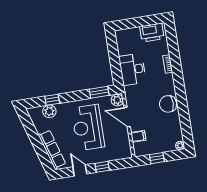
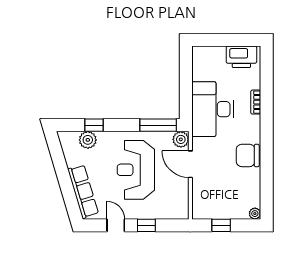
desk: (133, 69) -> (212, 109), width x1.36, depth x1.30
window: (99, 92) -> (158, 125), width x1.44
filing cabinet: (138, 136) -> (201, 192), removed

